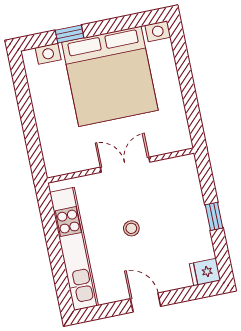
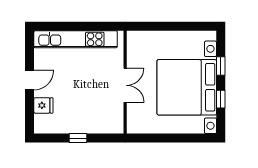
window: (117, 24) -> (221, 99), added
stool: (131, 228) -> (81, 81), removed
fridge: (205, 272) -> (43, 105), moved, turned 90

